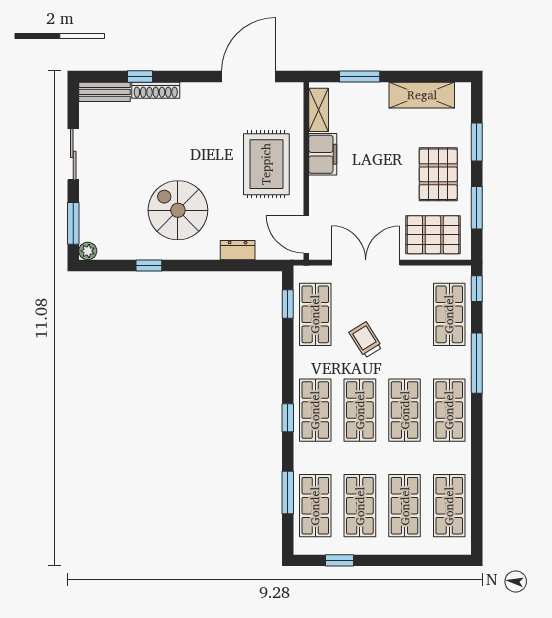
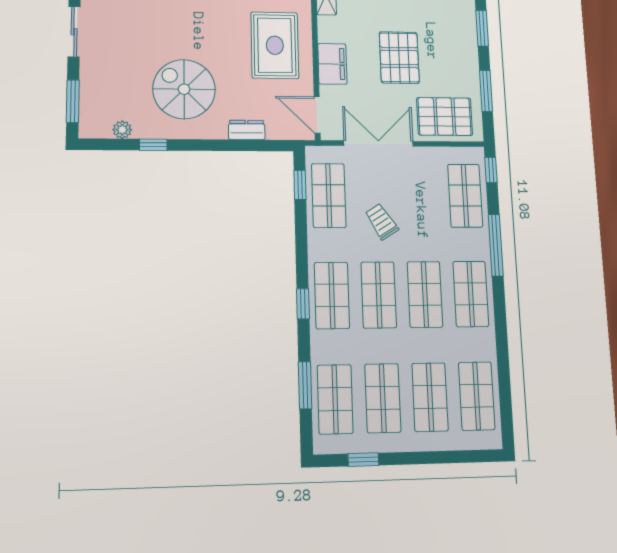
filing cabinet: (323, 154) -> (332, 64), moved
pallet: (438, 174) -> (399, 58), moved
plant: (88, 251) -> (122, 130), moved

